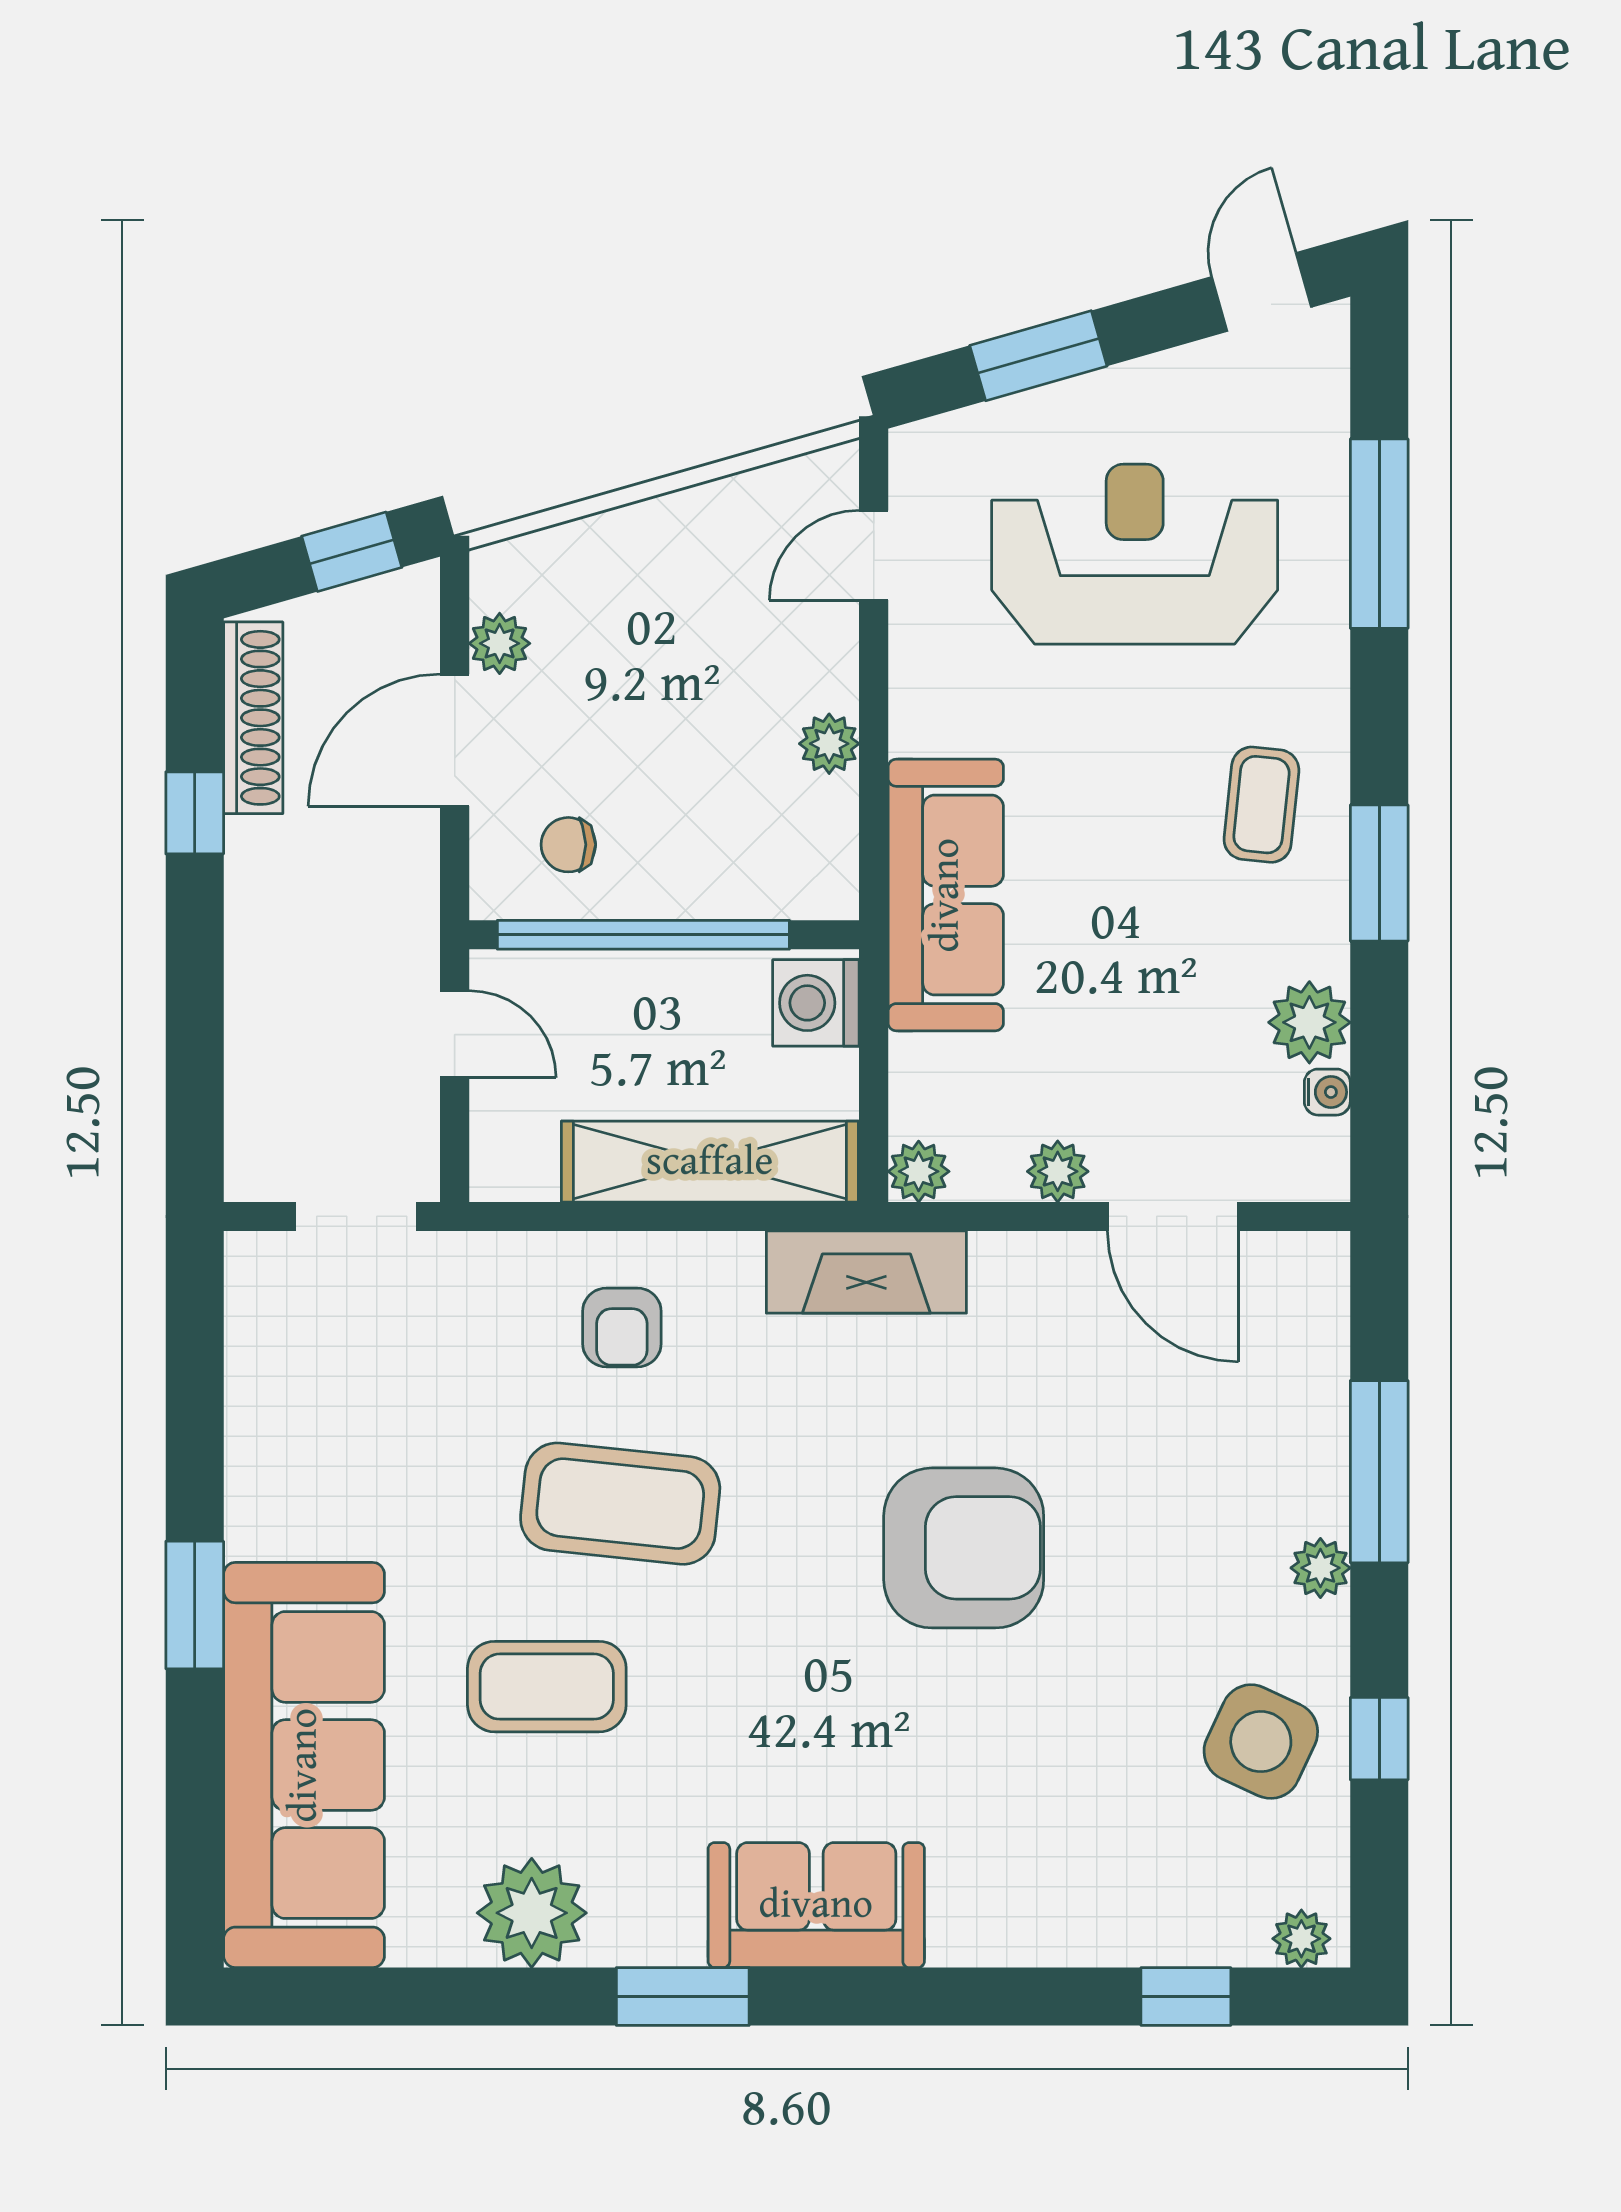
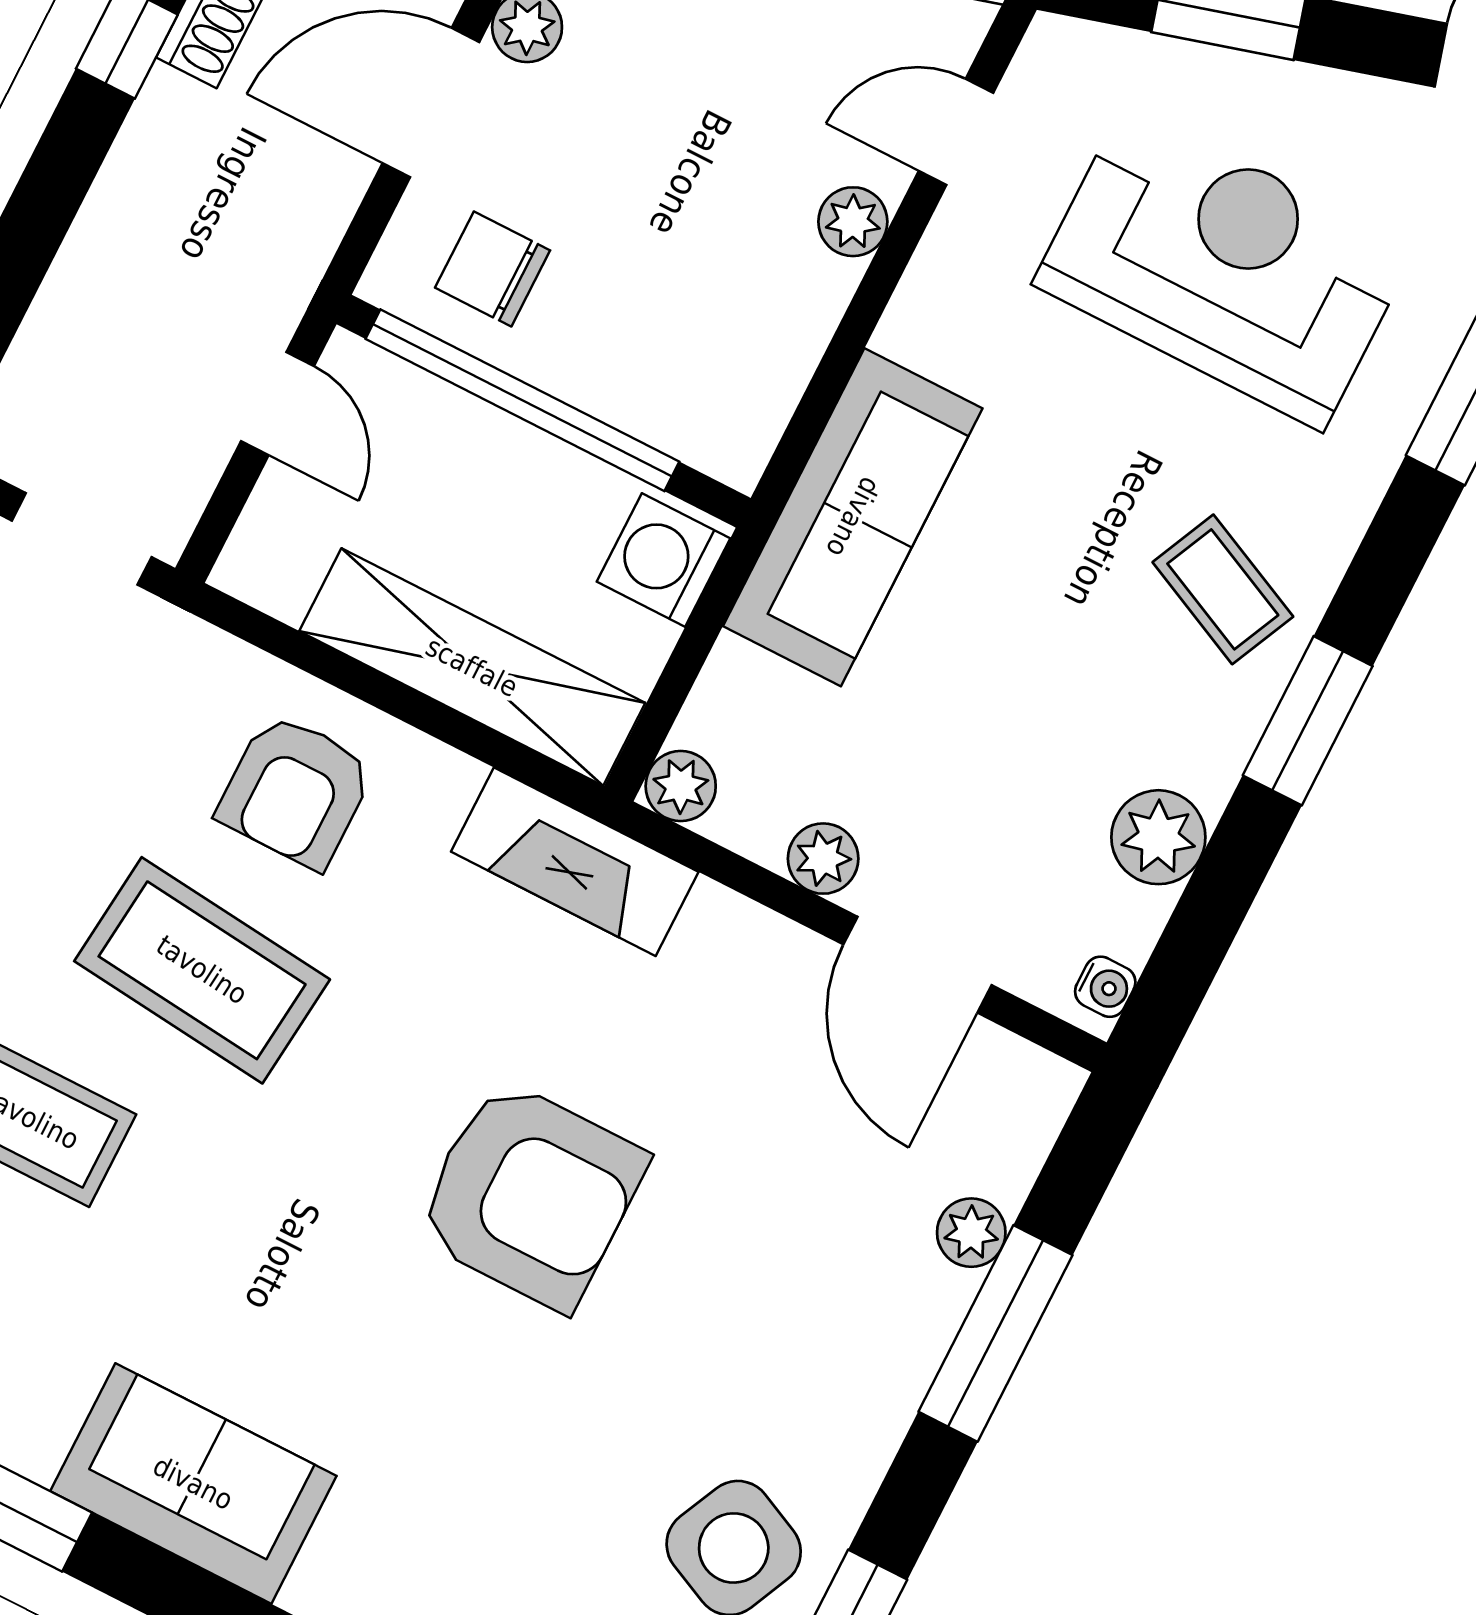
plant: (829, 744) -> (853, 222), moved
coffee table: (1261, 805) -> (1223, 589), turned -71
chair: (568, 845) -> (493, 269), width x1.37, depth x1.37
water cooler: (1327, 1092) -> (1105, 987), moved
armchair: (622, 1327) -> (296, 791), width x1.38, depth x1.38
plant: (1320, 1568) -> (971, 1233), moved

